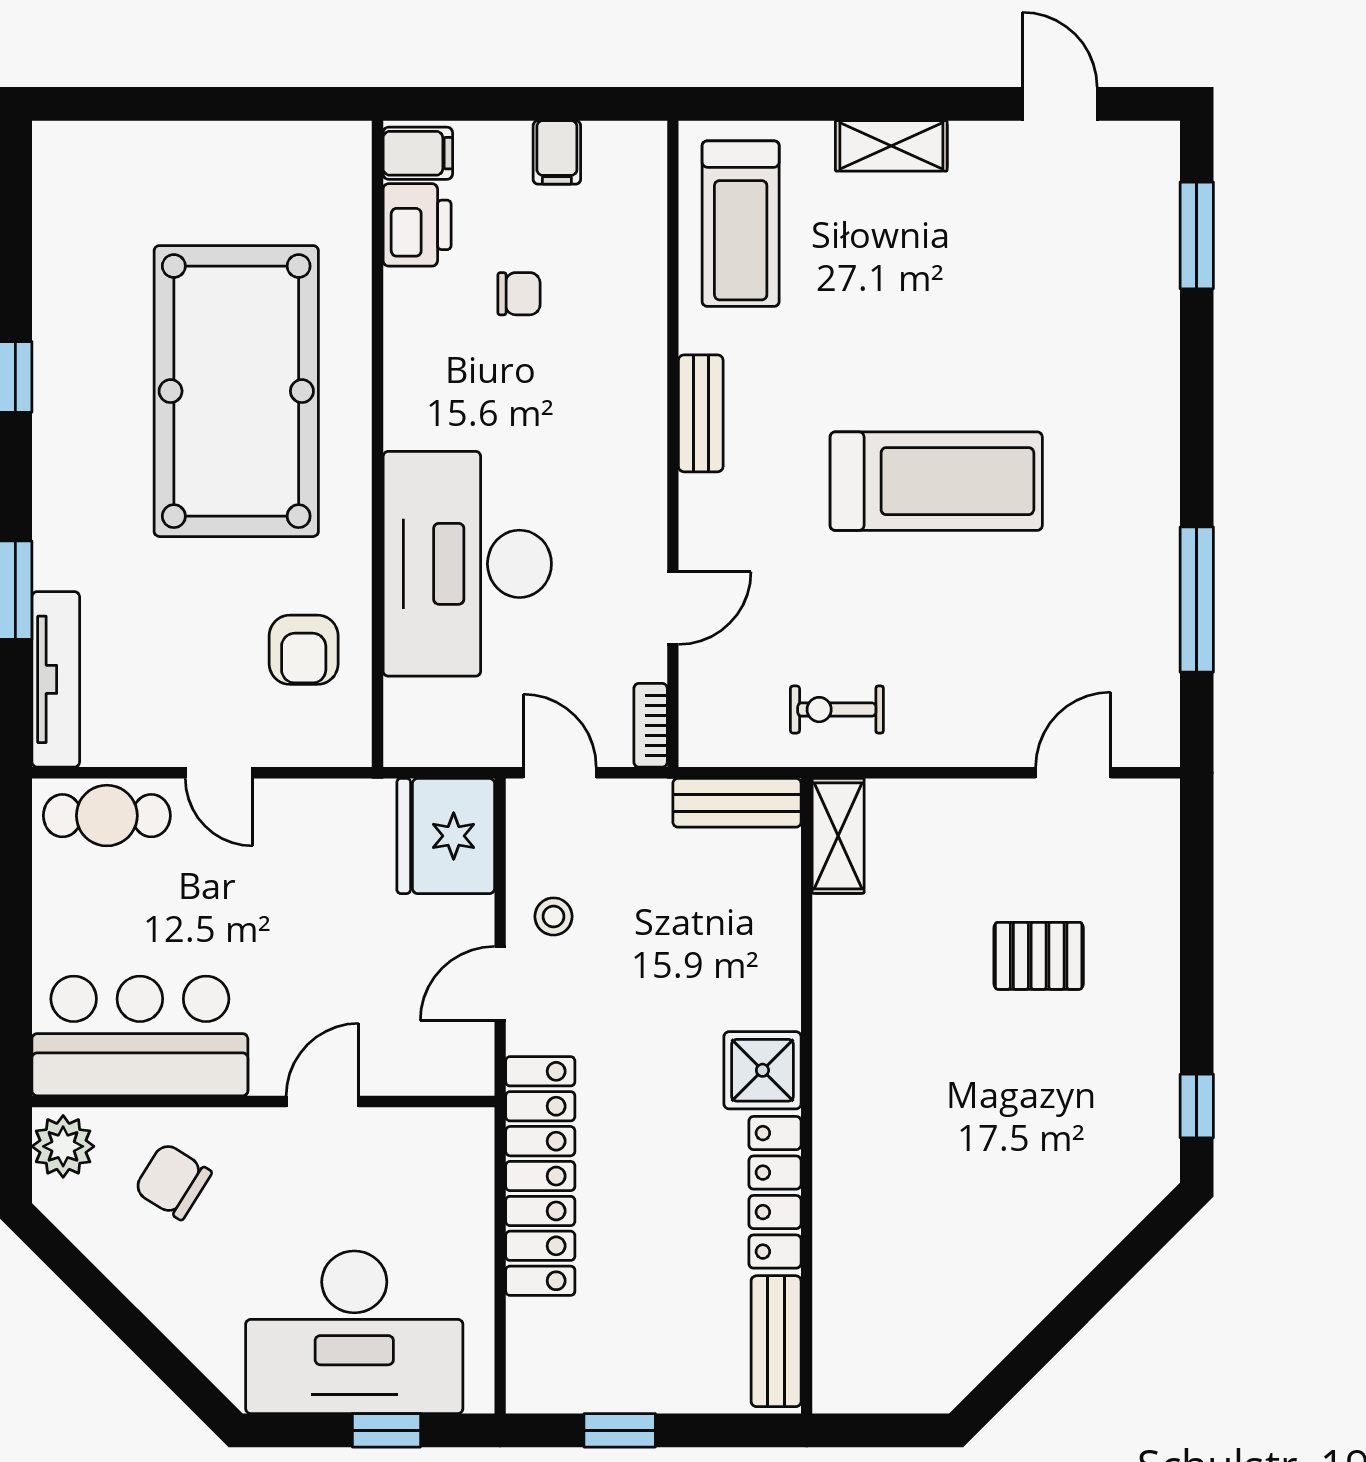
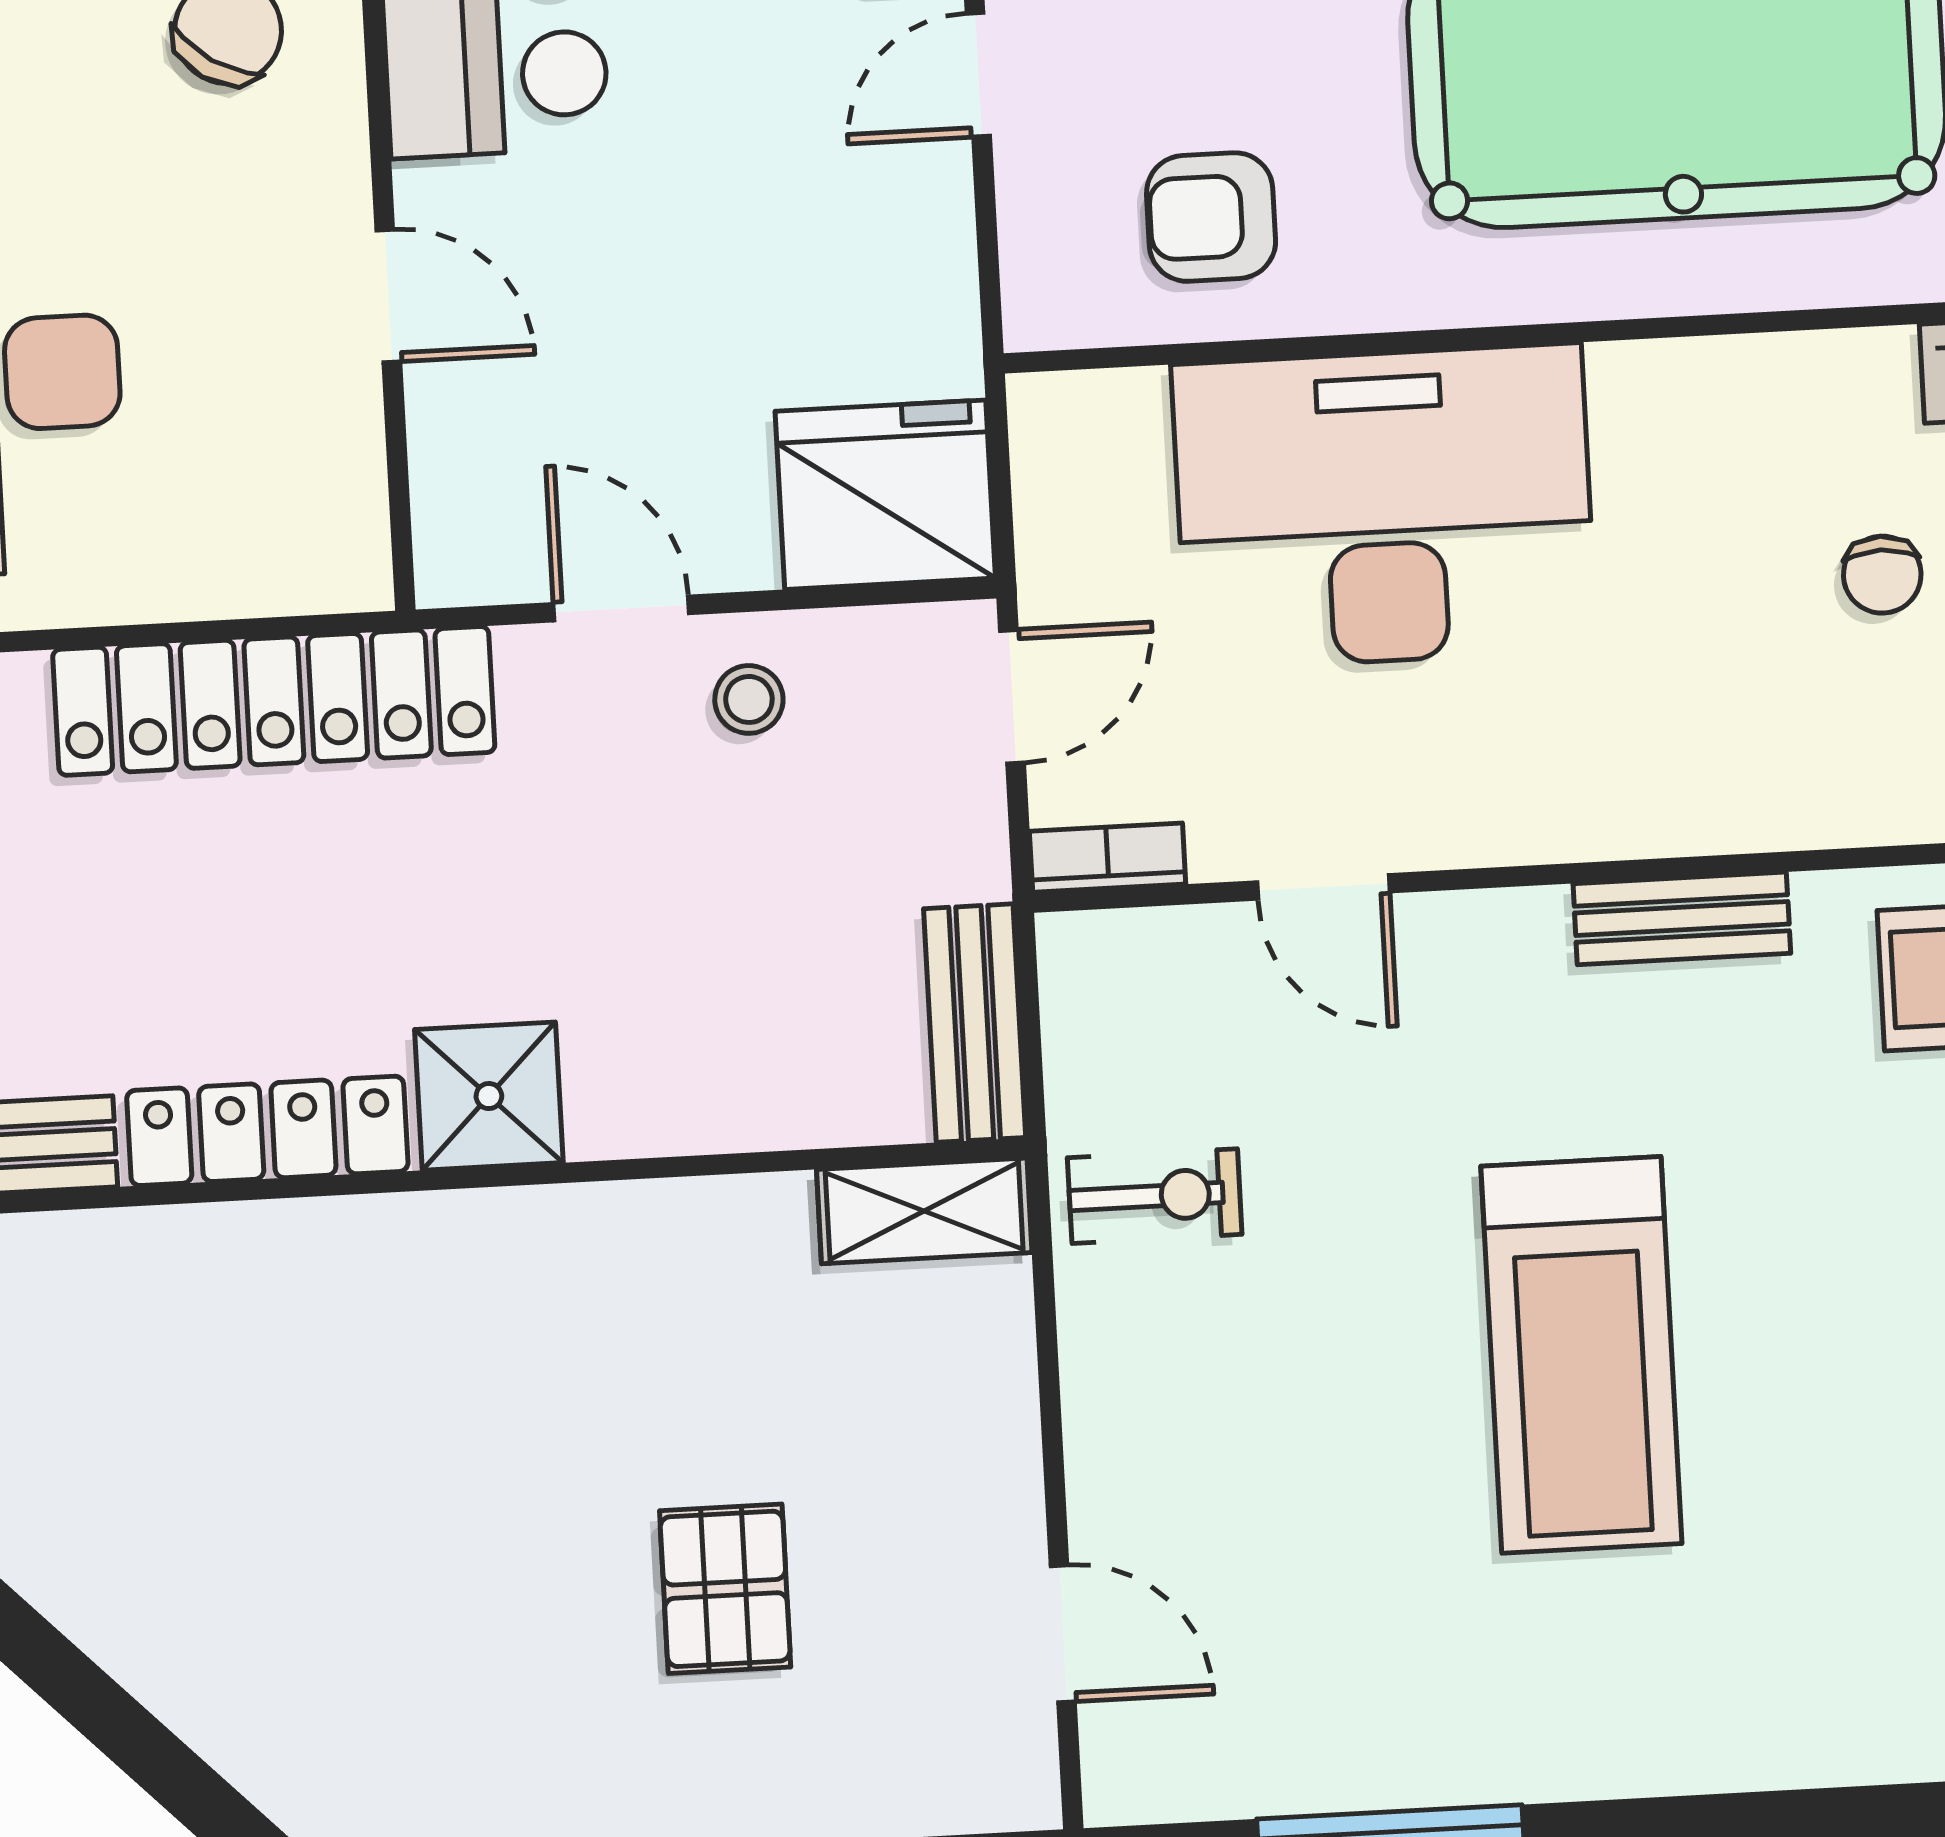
exercise bike: (837, 710) -> (1155, 1196), turned 90

